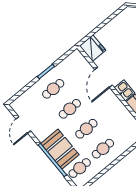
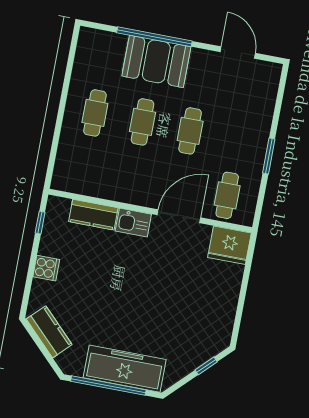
door: (104, 77) -> (179, 216), hinge flipped
cafe table: (53, 89) -> (227, 195), moved
cafe table: (80, 168) -> (105, 58), removed

